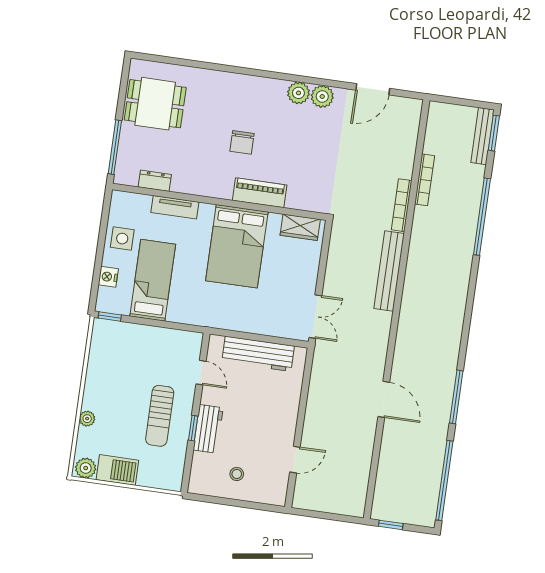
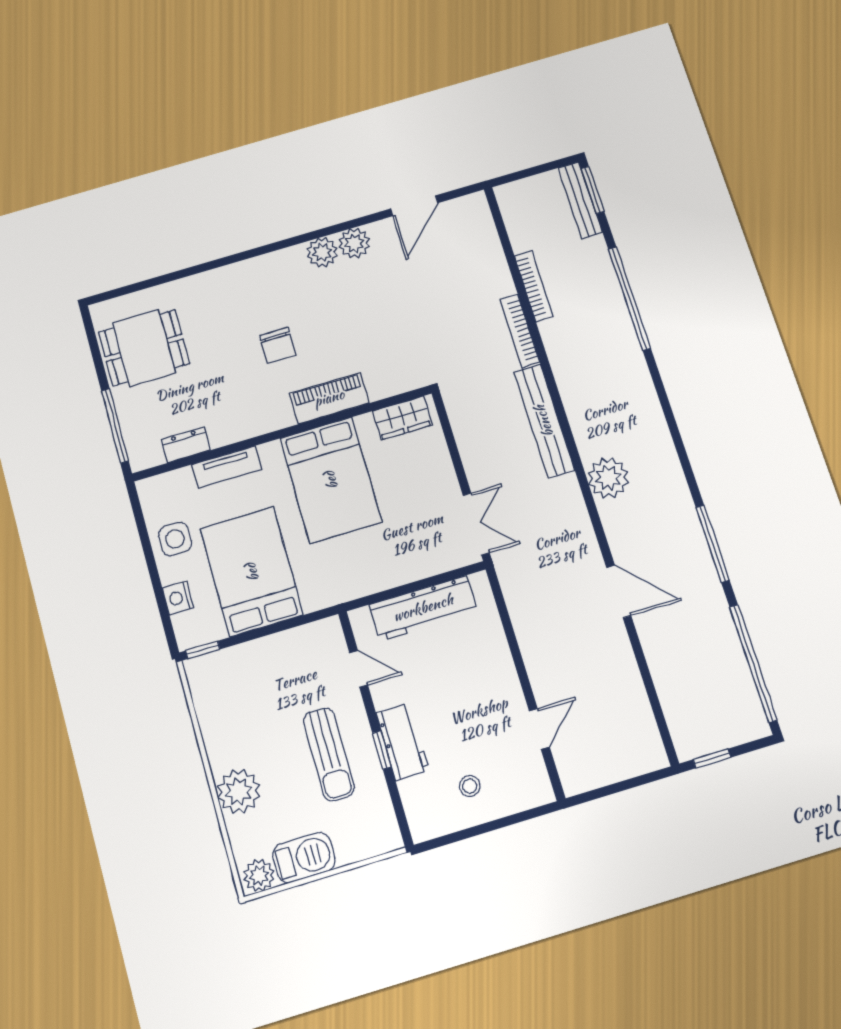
bed: (153, 280) -> (252, 572), width x1.50
plant: (412, 326) -> (608, 478), added
plant: (87, 419) -> (239, 791), width x1.88, depth x1.88

